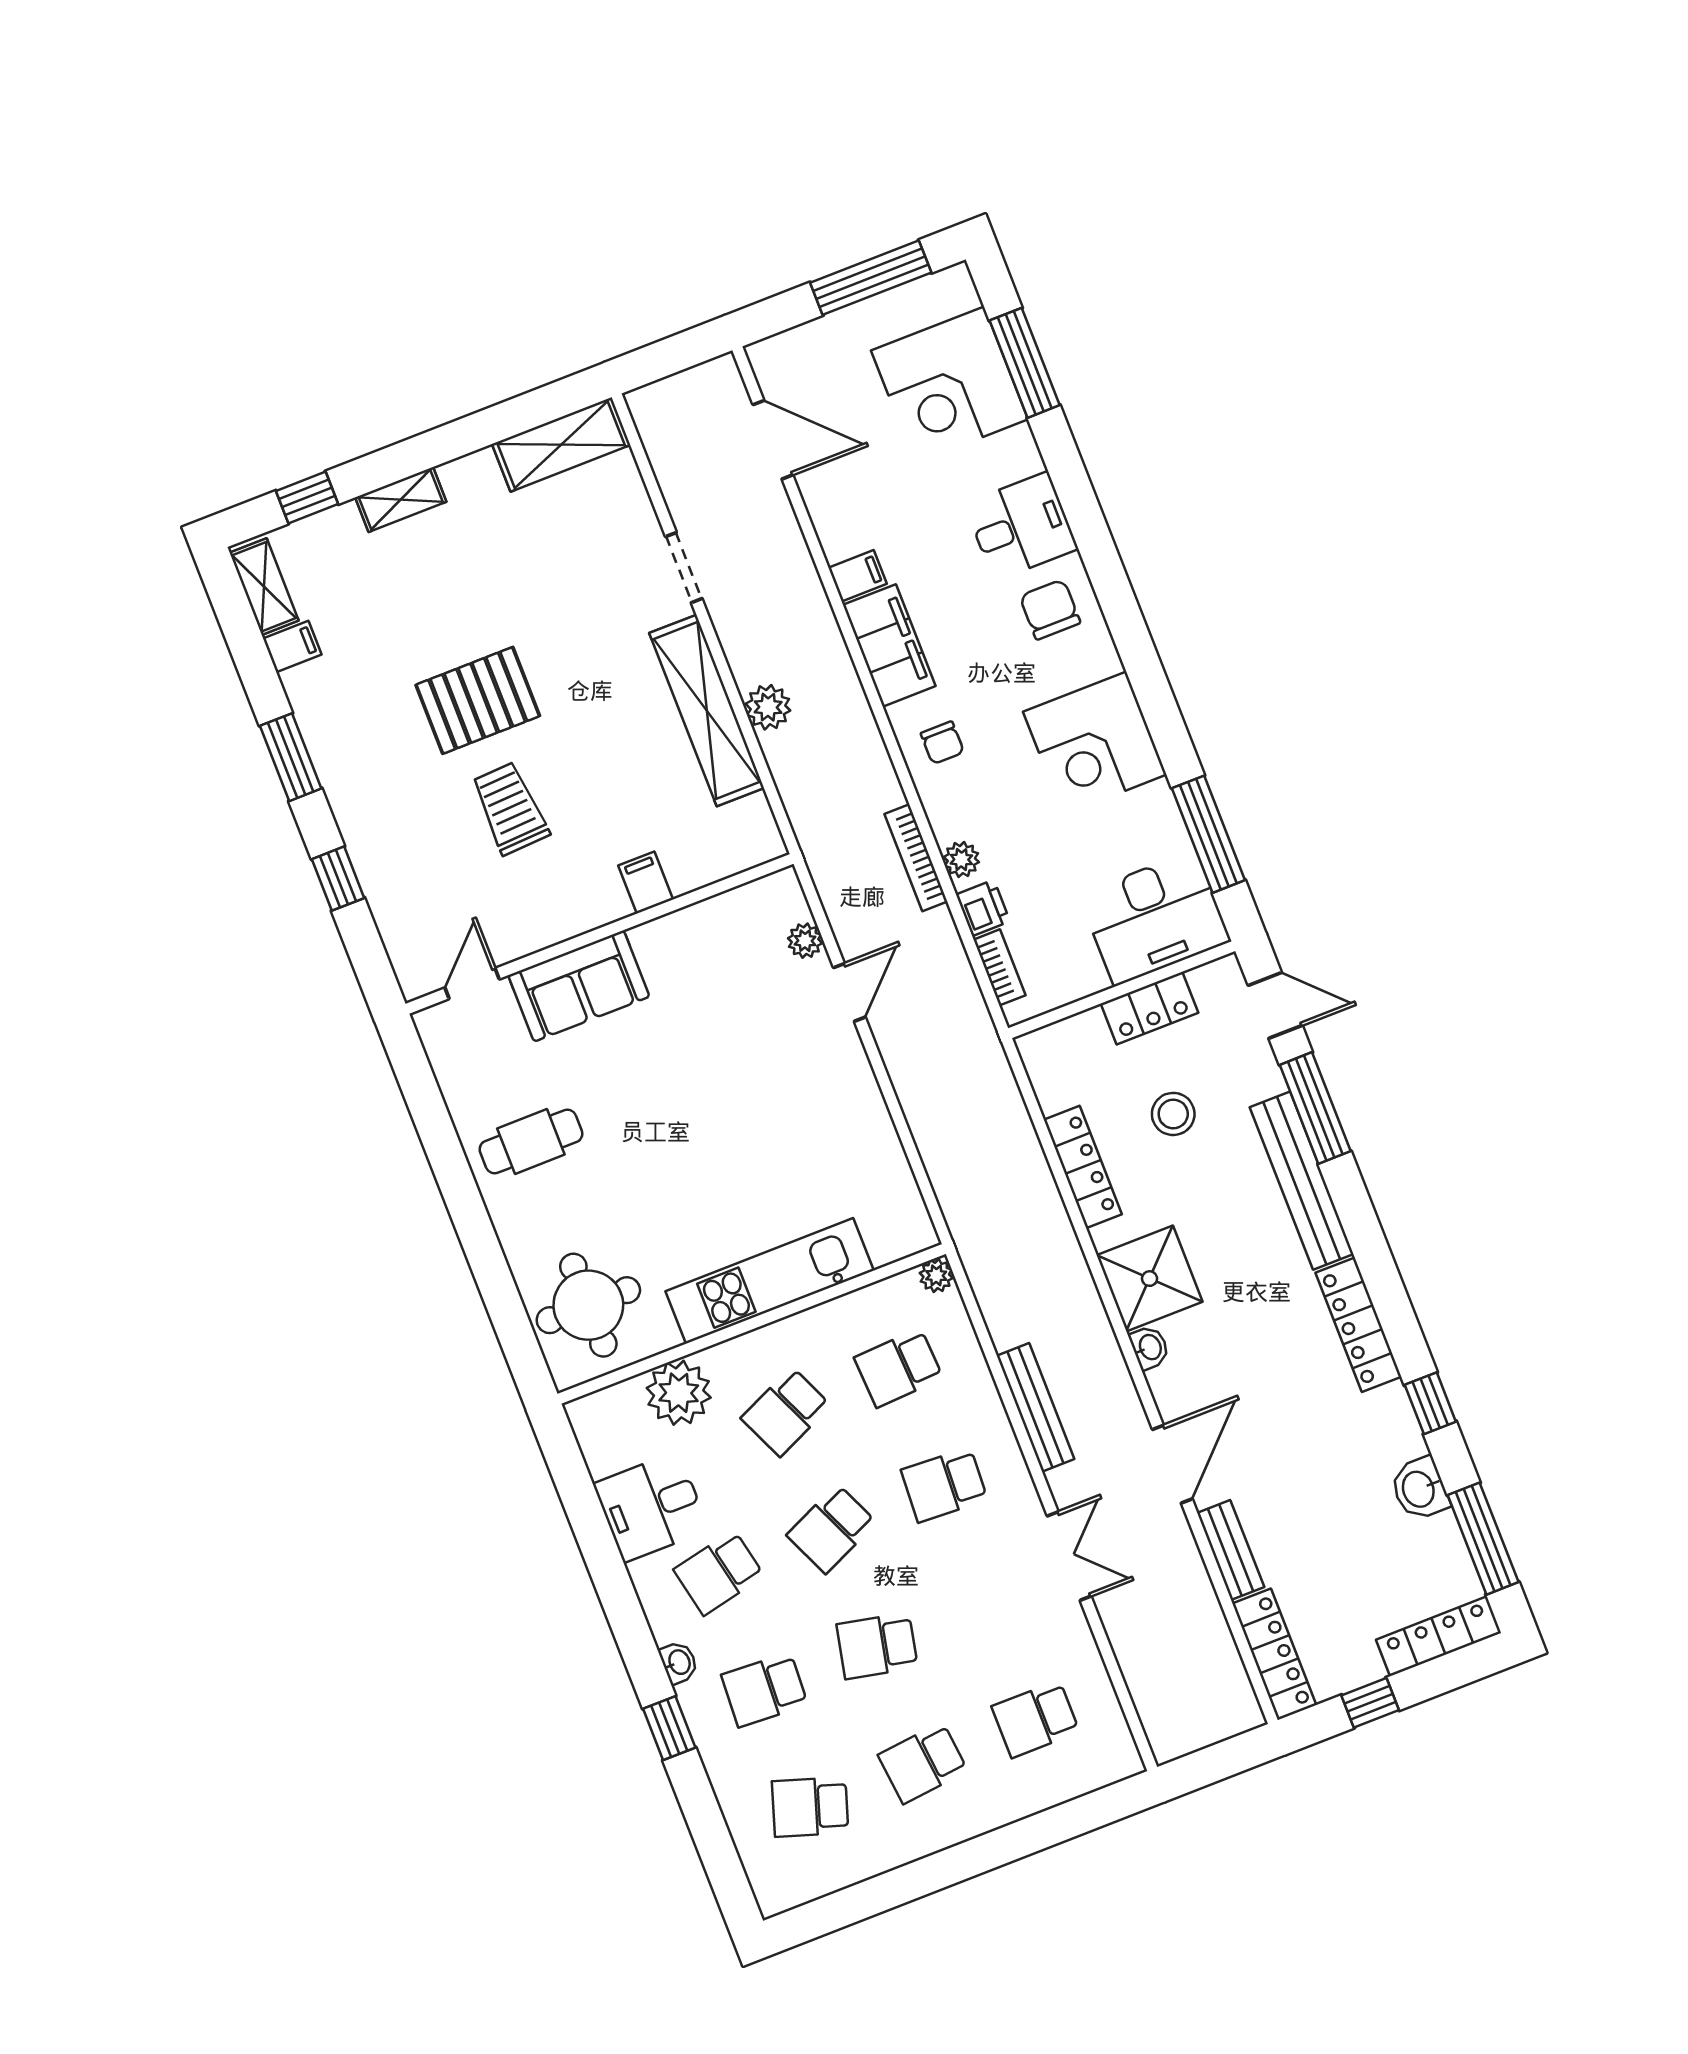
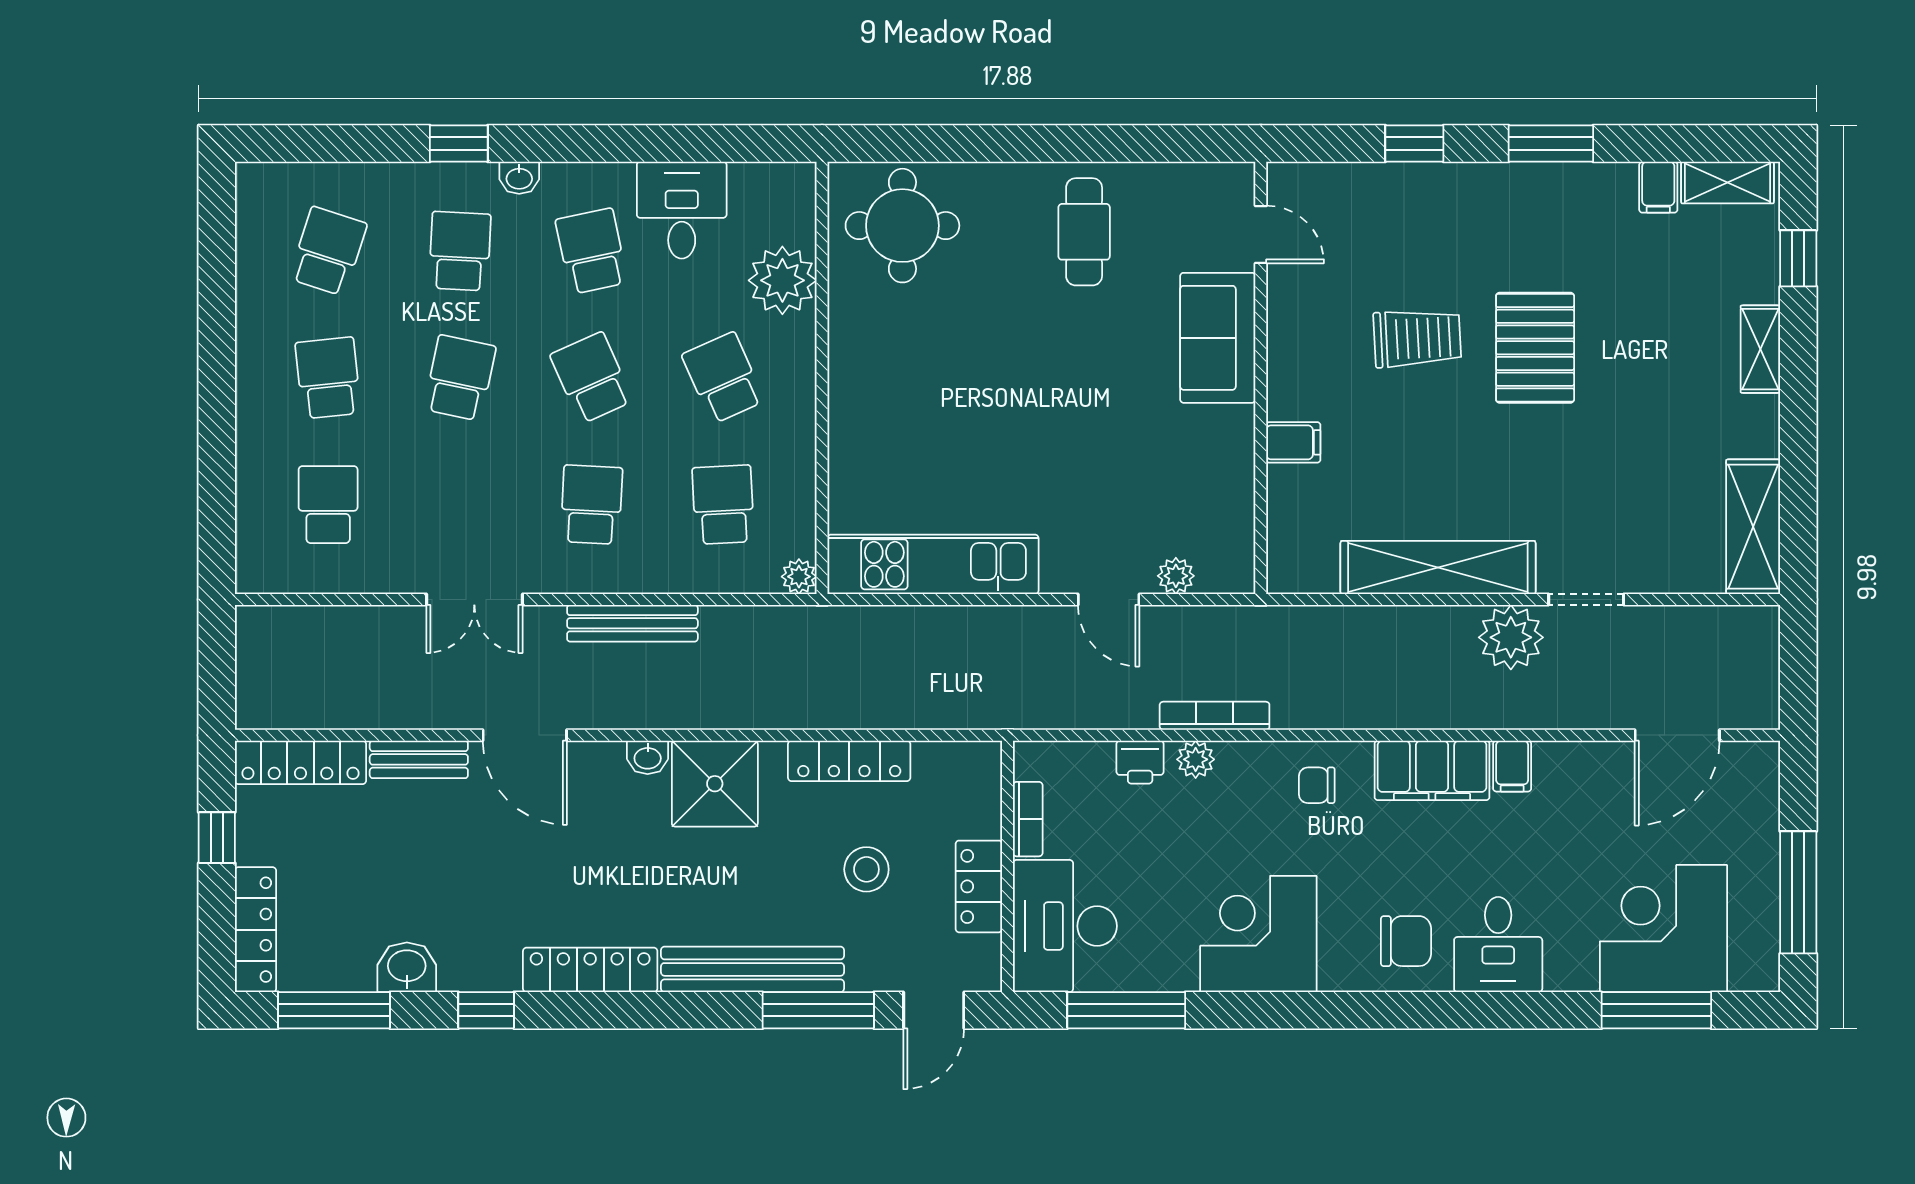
plant: (768, 707) -> (1511, 637), moved, width x1.36, depth x1.36
bookcase: (999, 967) -> (1028, 819), moved, turned -90
kitchen unit: (770, 1281) -> (933, 564), moved, turned -90

